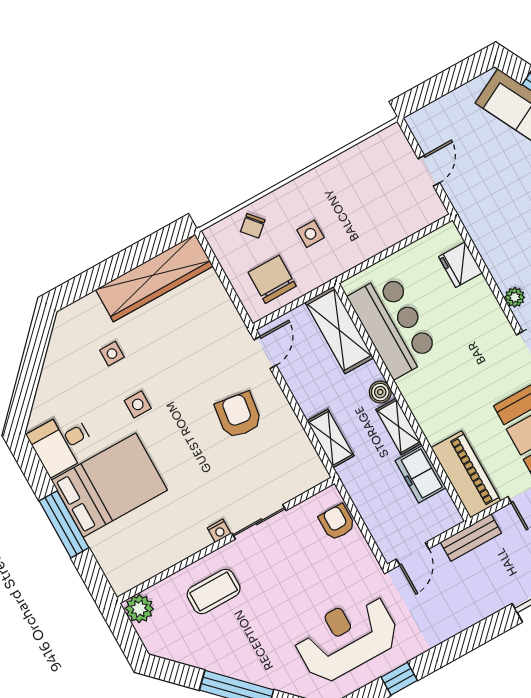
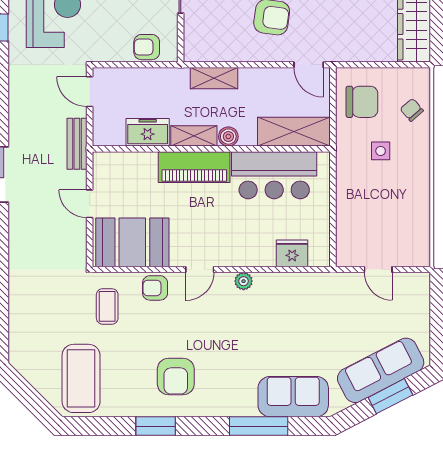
piano: (466, 474) -> (194, 167), moved
armchair: (337, 522) -> (147, 47), turned 180

